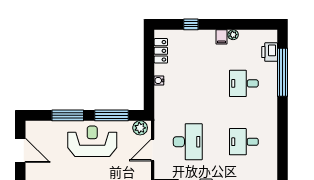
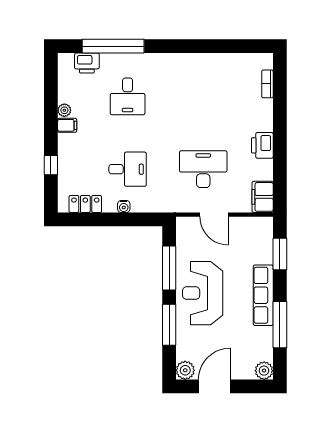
plant: (140, 128) -> (185, 370), moved
desk: (244, 142) -> (128, 169), moved, turned -90

